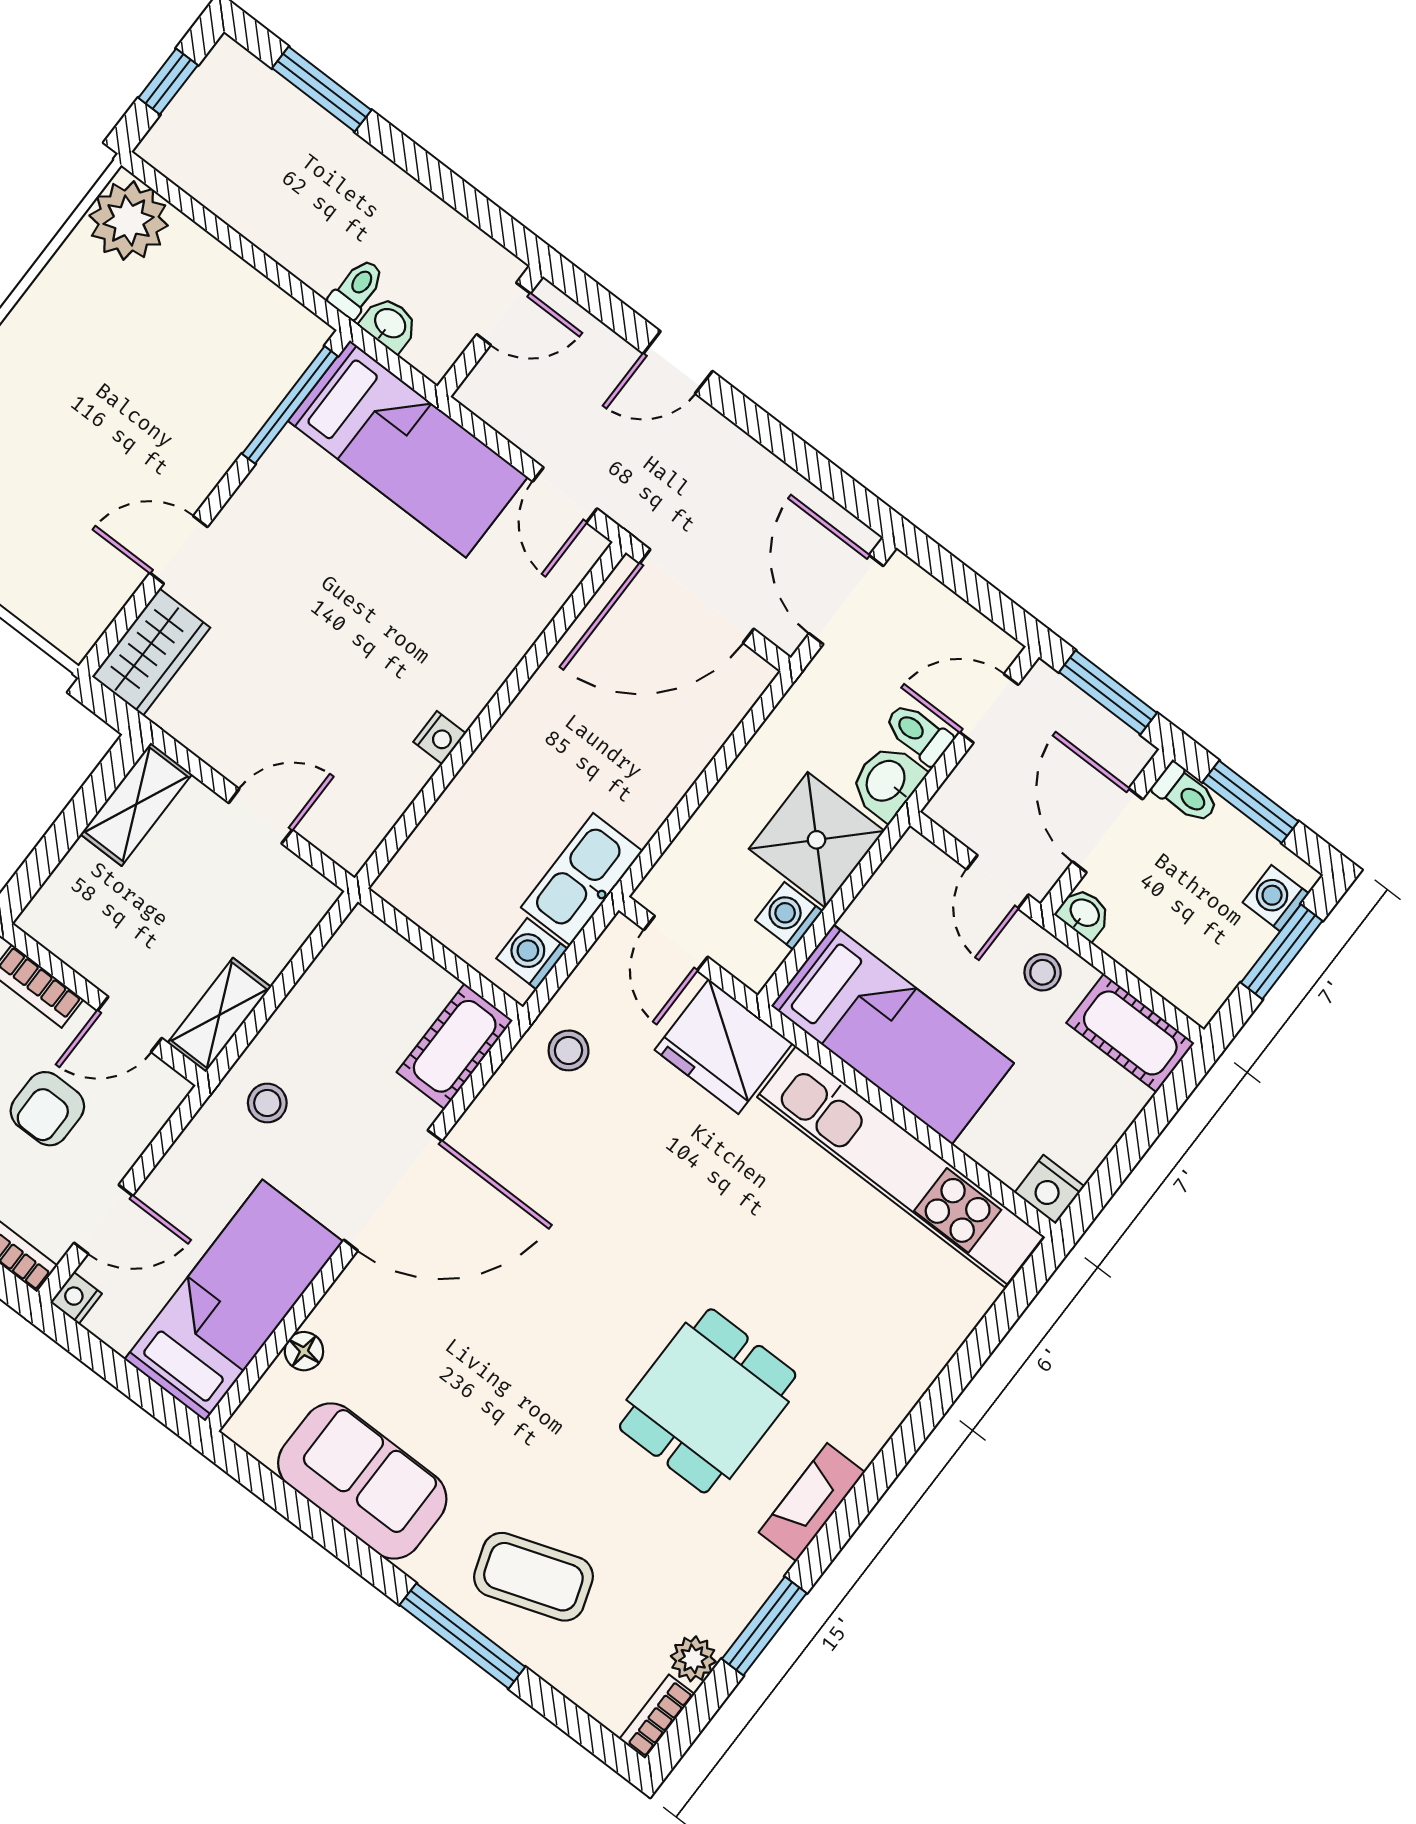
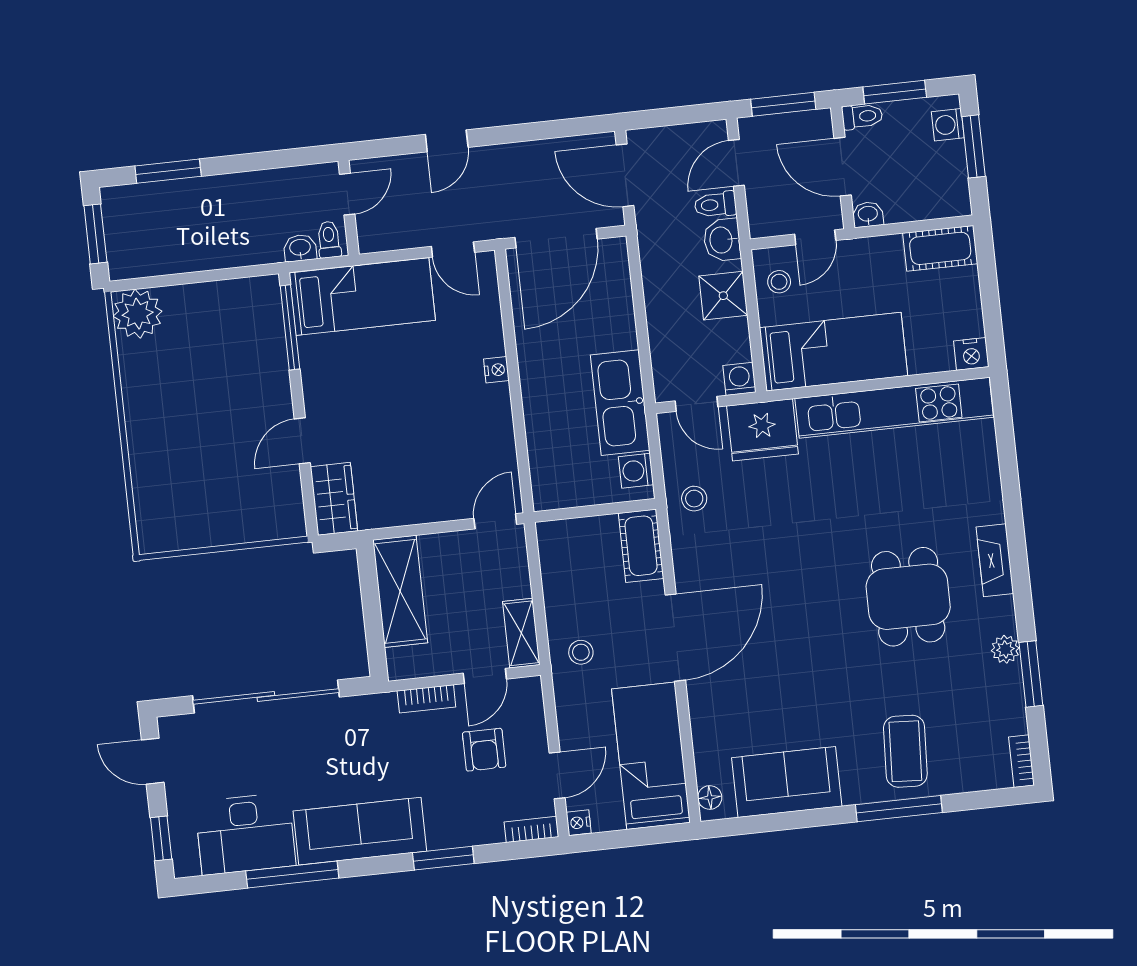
window: (168, 81) -> (95, 234), width x1.50
toilet: (357, 288) -> (329, 240), moved
nightstand: (440, 738) -> (496, 370), moved
shelving: (136, 804) -> (400, 591), width x1.50, depth x1.33
door: (260, 816) -> (495, 521), moved
shower: (817, 840) -> (723, 296), width x0.73, depth x0.73
kitchen sink: (582, 879) -> (620, 403), width x1.36, depth x1.24
door: (998, 882) -> (815, 237), hinge flipped
washing machine: (789, 916) -> (739, 379), moved, turned 90
stool: (1043, 972) -> (779, 282), moved
floor lamp: (304, 1351) -> (710, 797), moved
fireplace: (812, 1502) -> (995, 560), moved
coffee table: (533, 1577) -> (905, 751), turned -68
plant: (693, 1659) -> (1005, 649), moved

